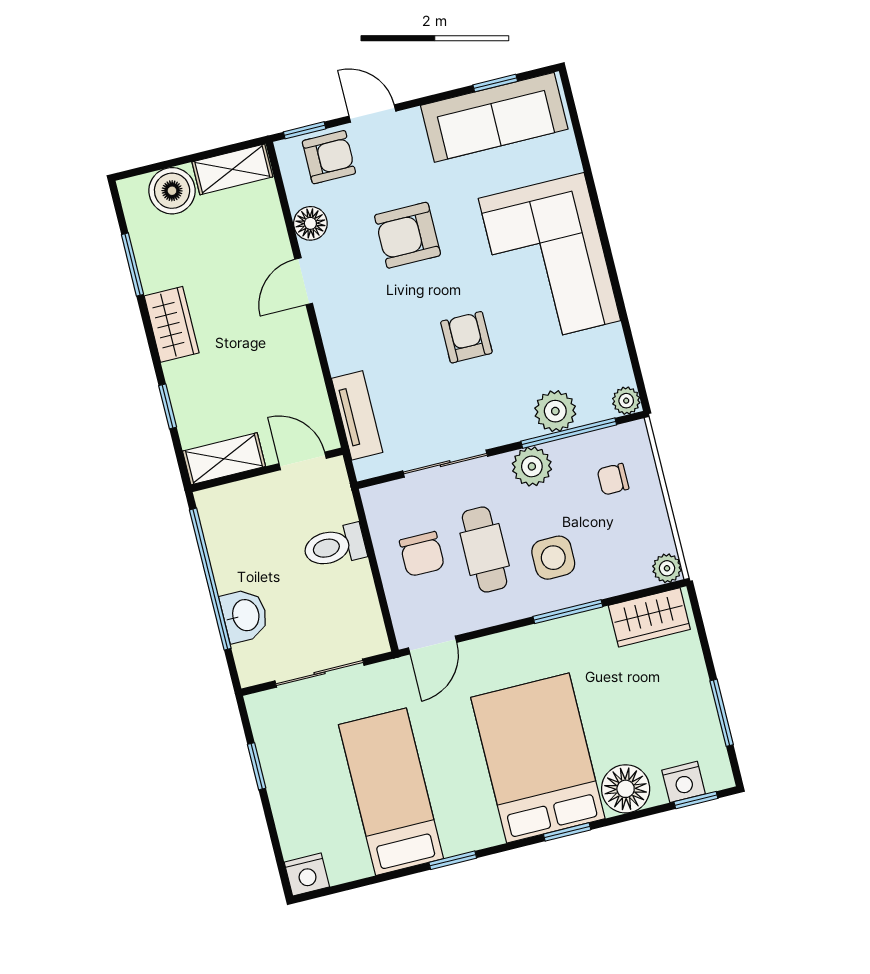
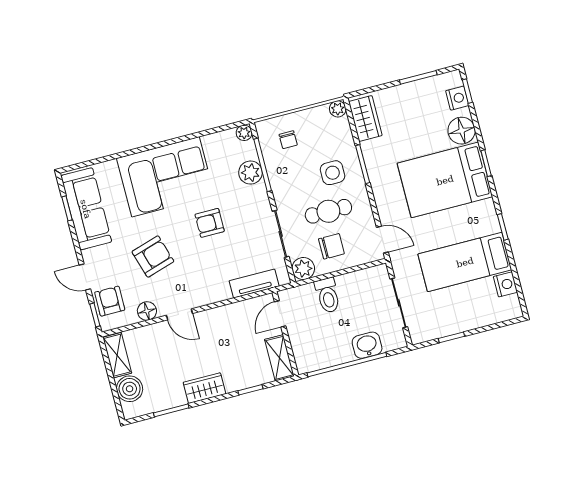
door: (372, 114) -> (85, 277), hinge flipped
armchair: (408, 235) -> (153, 257), turned -107
plant: (532, 466) -> (303, 269), moved
nightstand: (307, 874) -> (505, 284), moved

